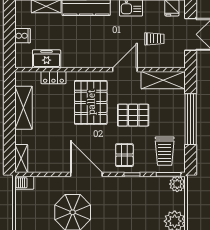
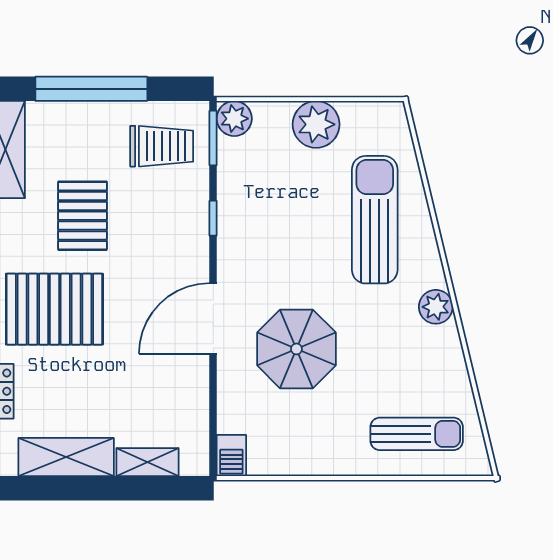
pallet: (124, 155) -> (170, 235), removed
shelving: (21, 159) -> (148, 462), moved

